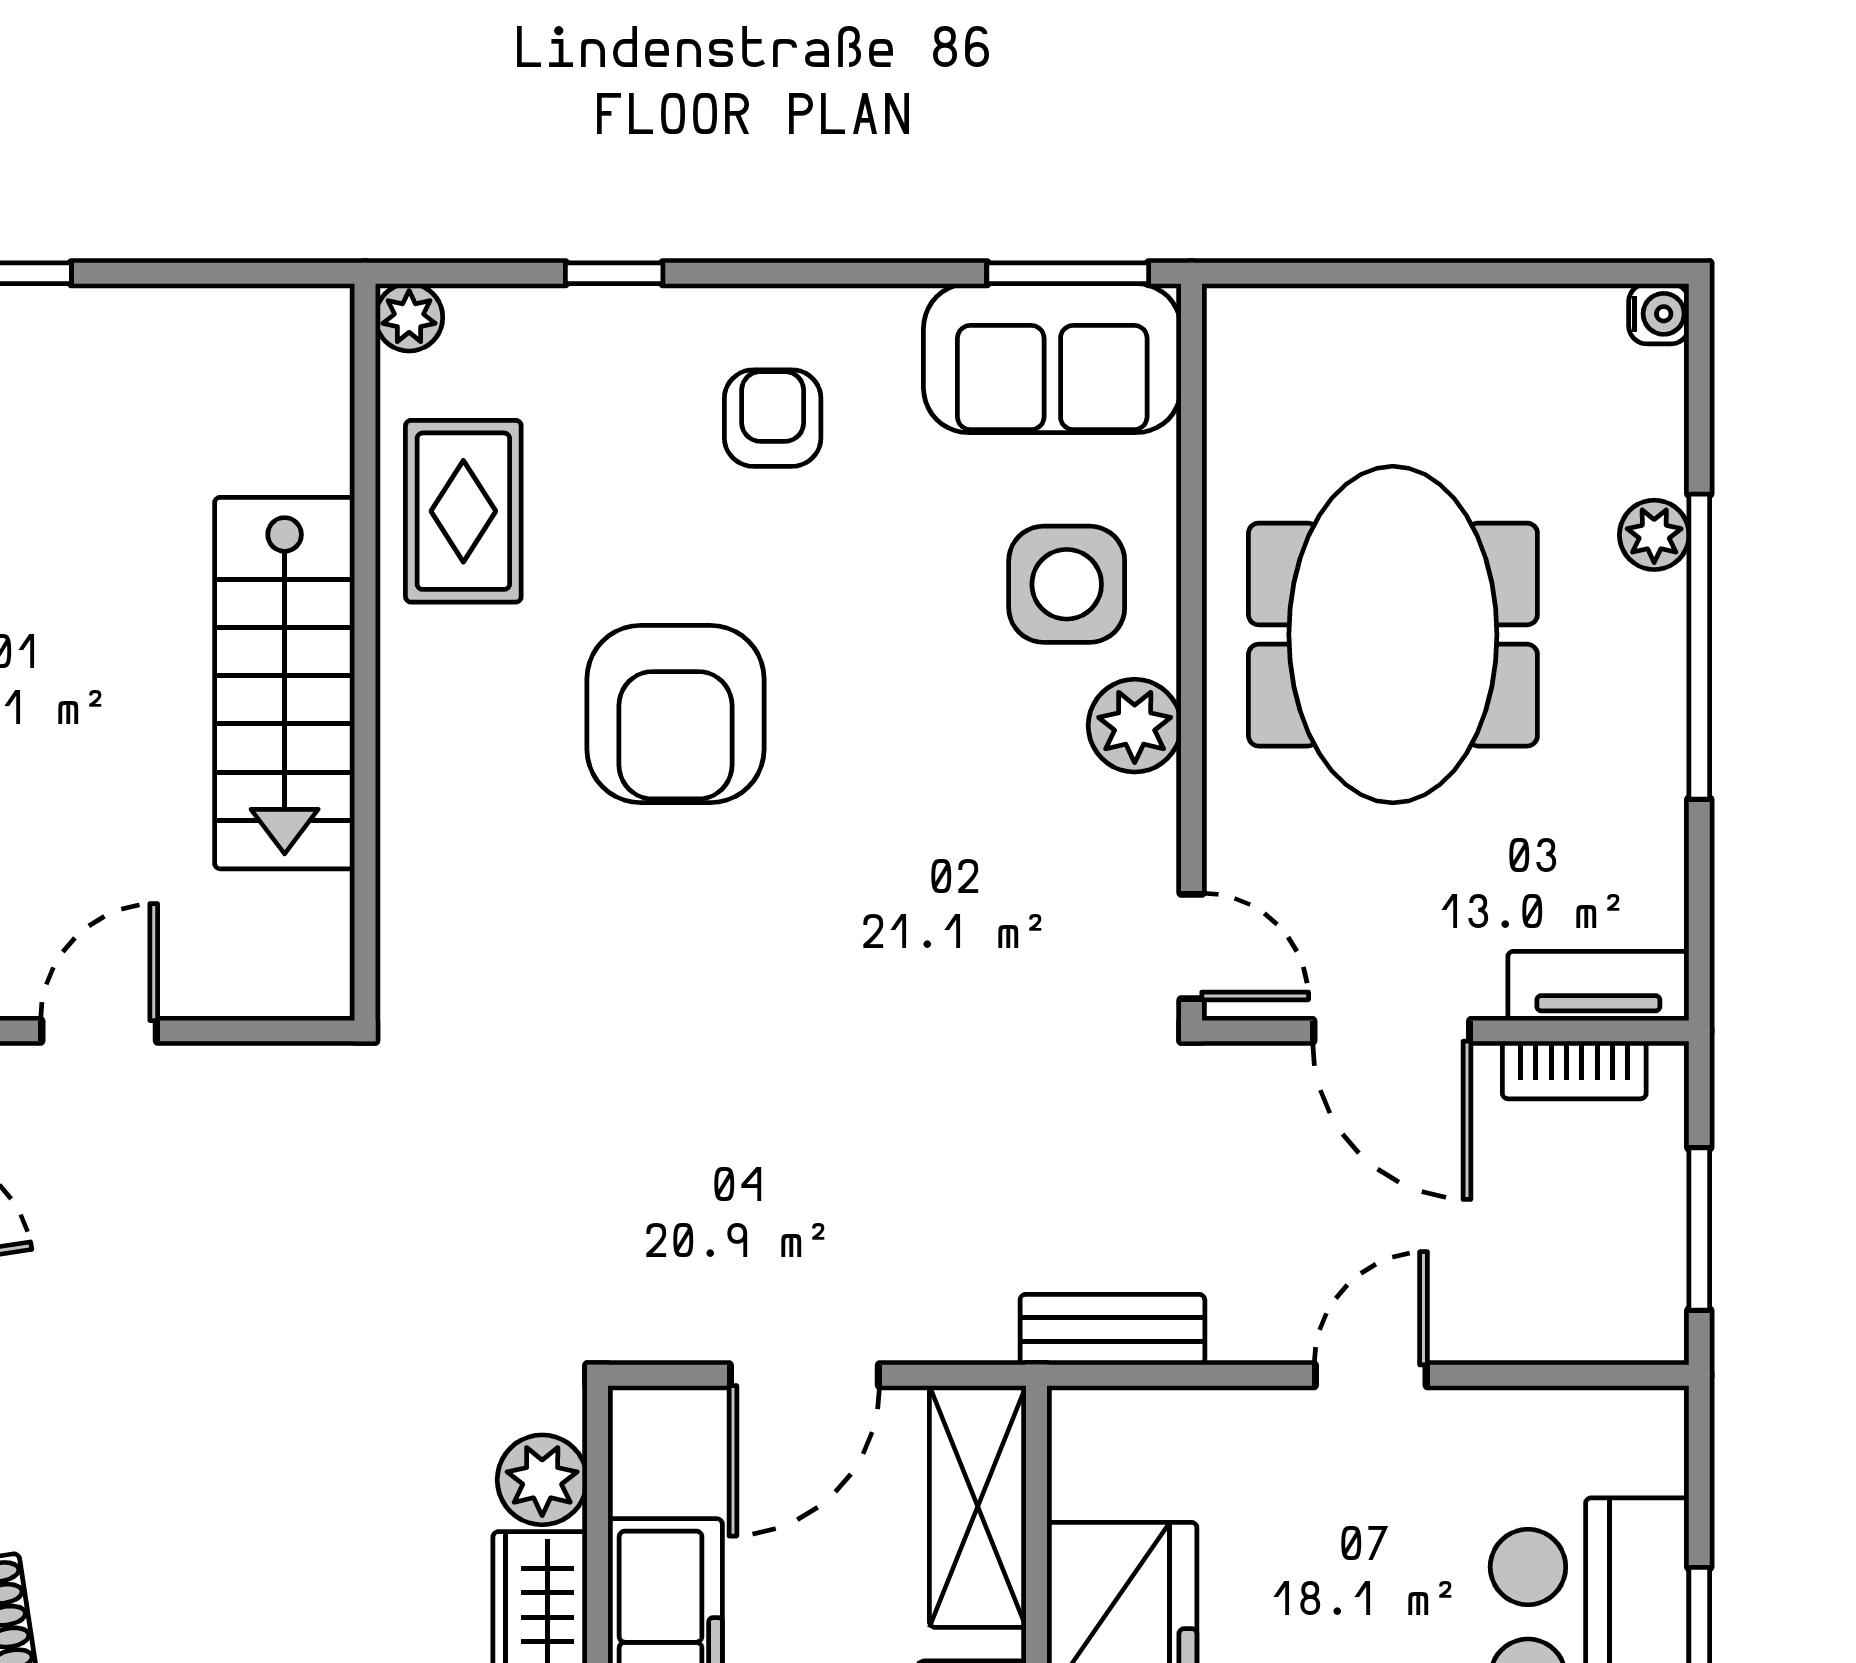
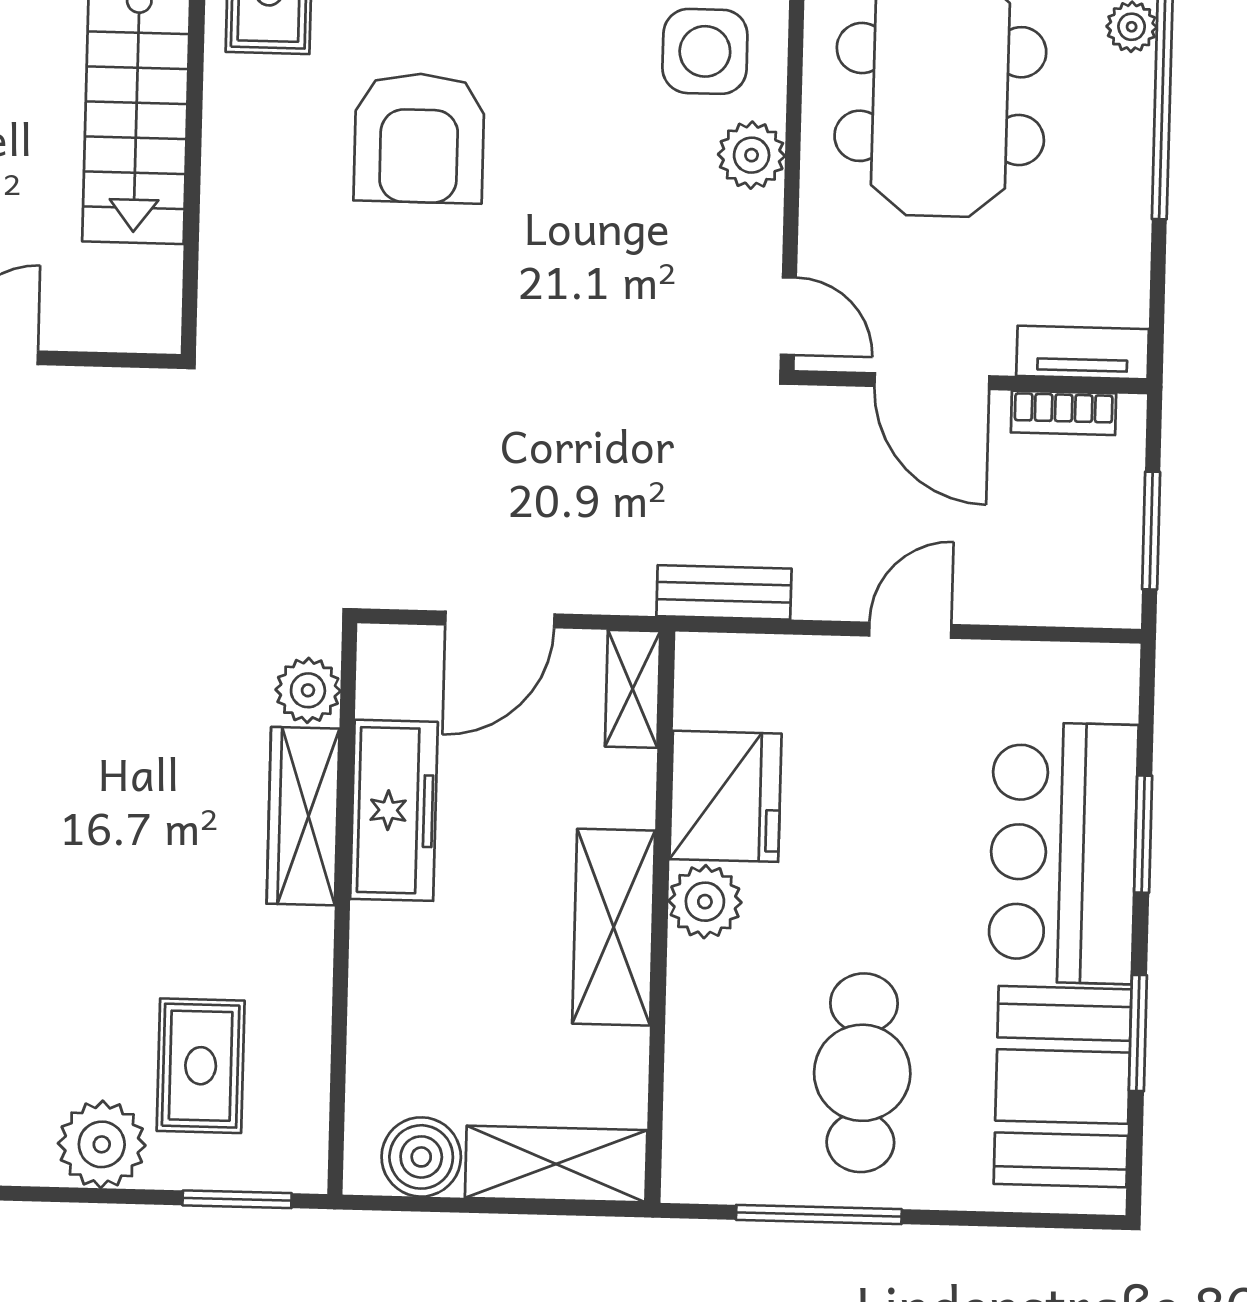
shelving: (978, 1506) -> (633, 689), width x0.67, depth x0.75

